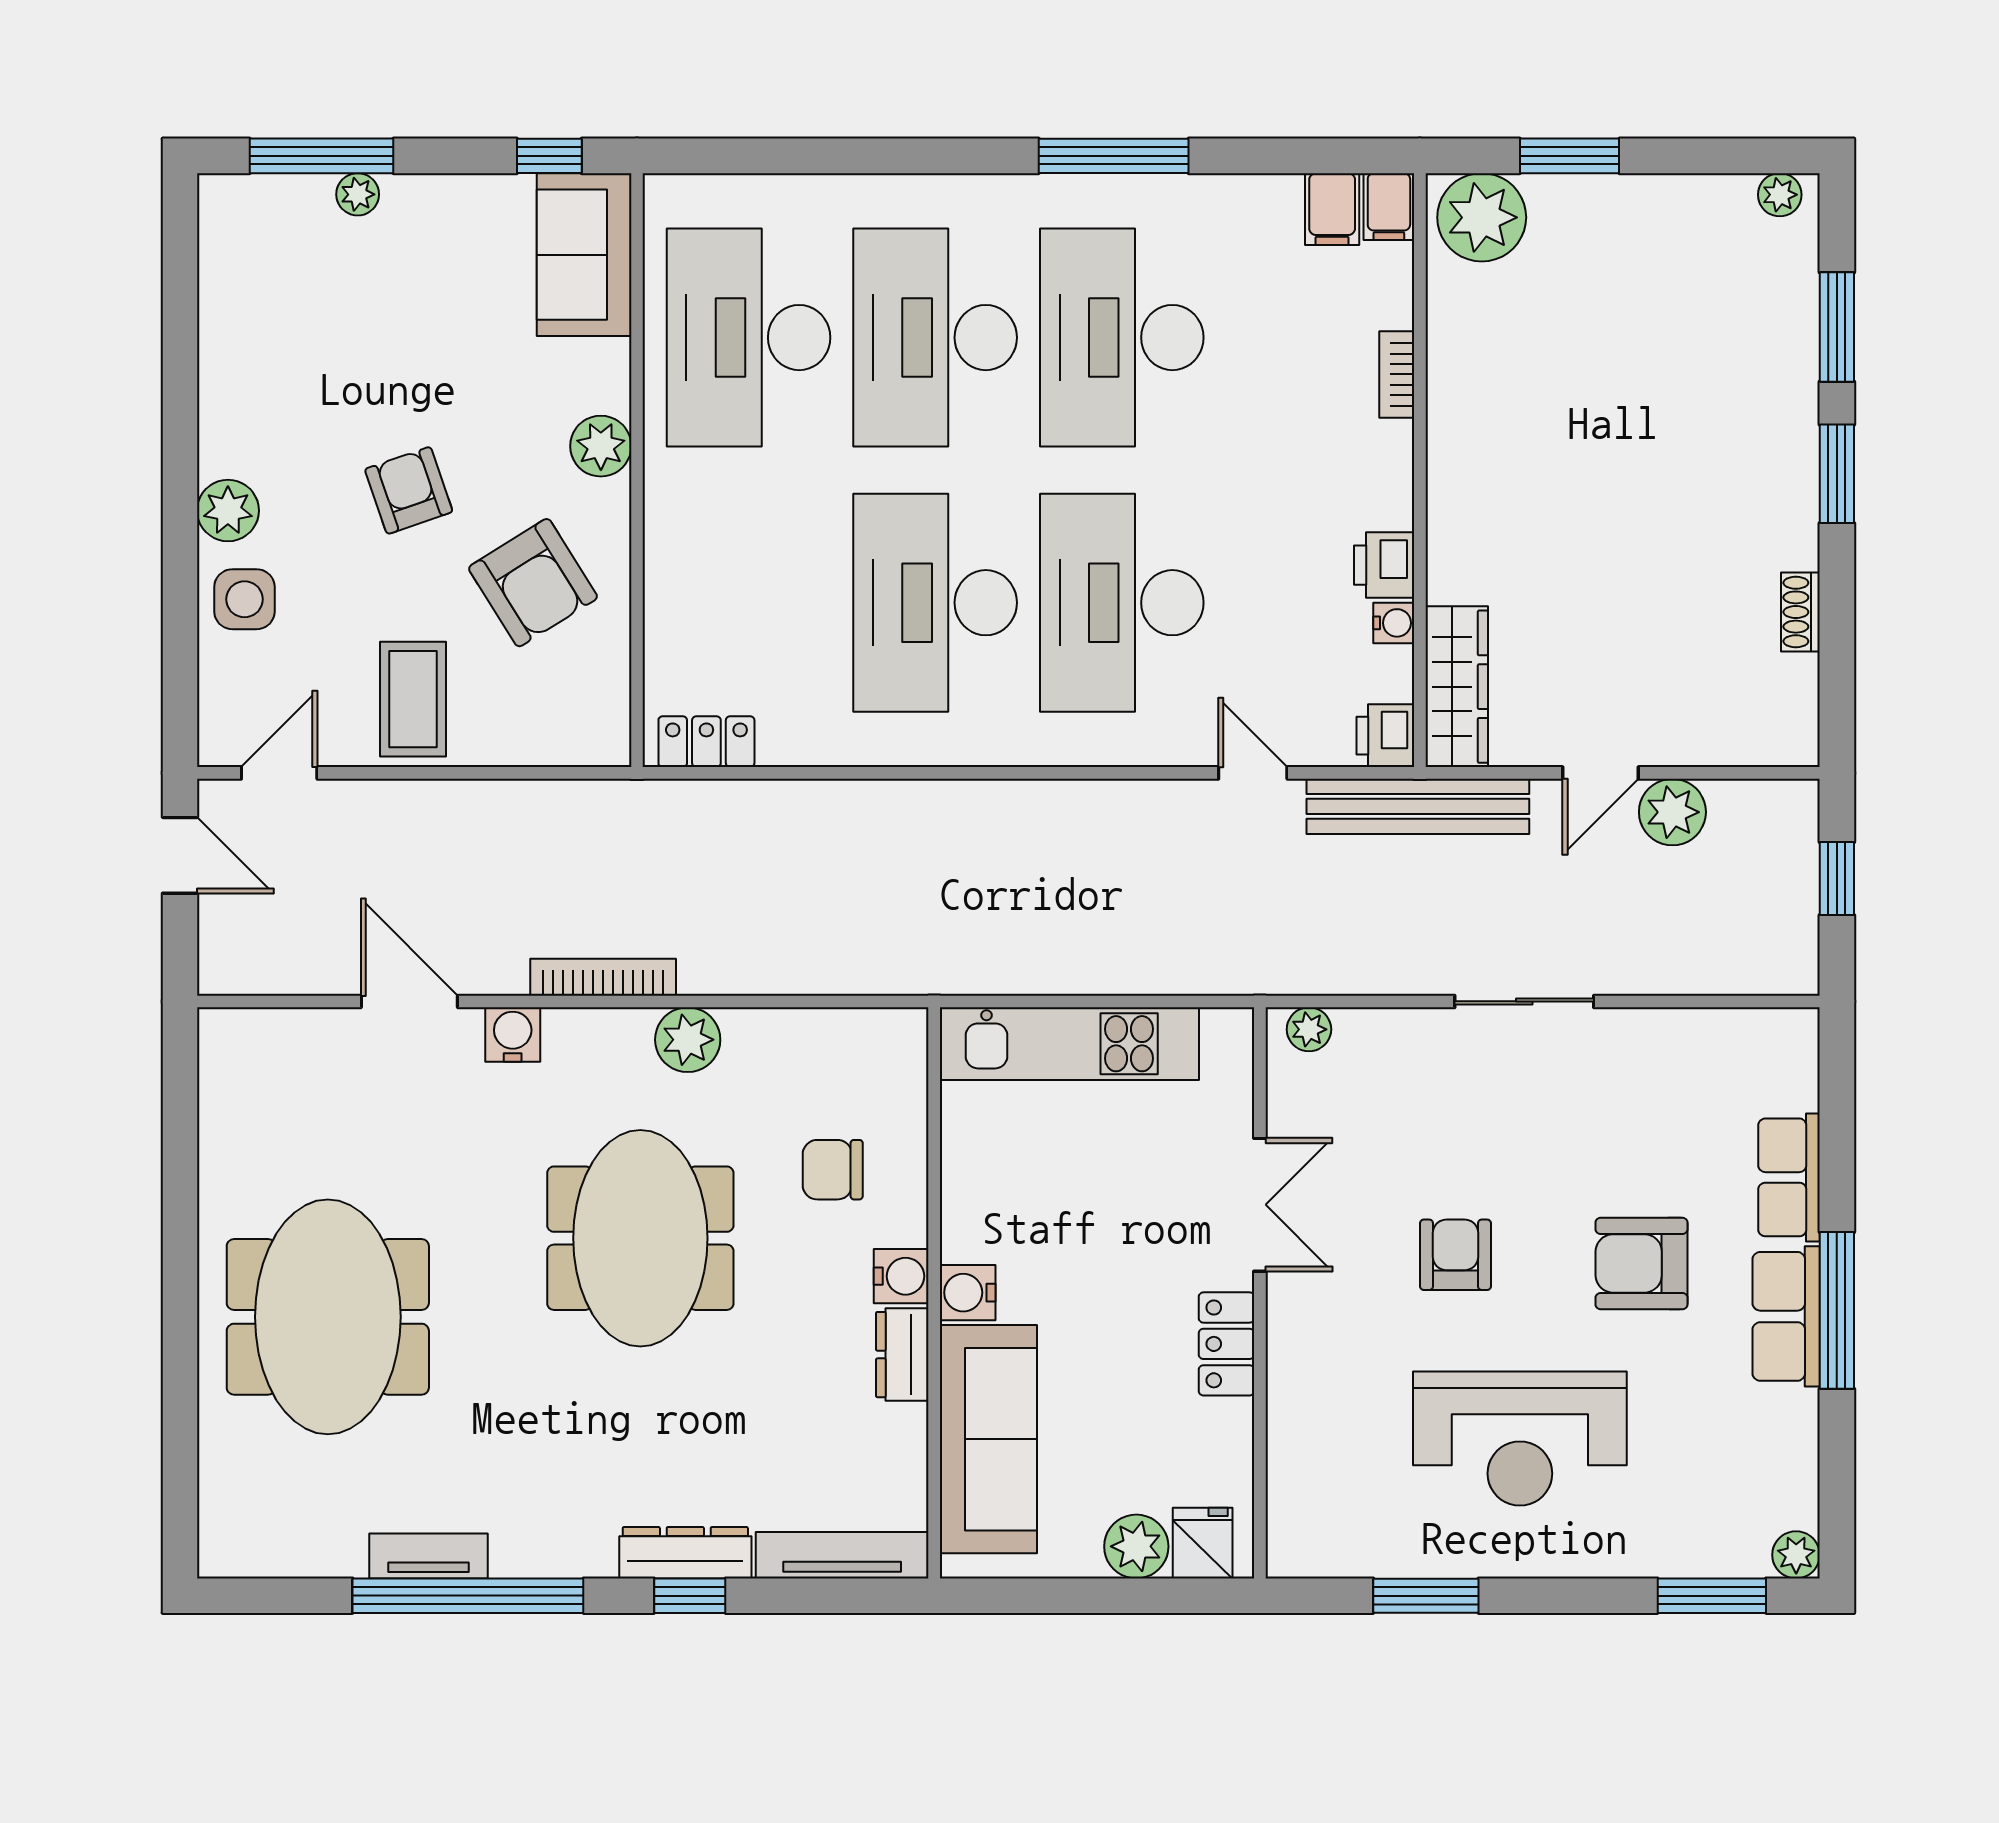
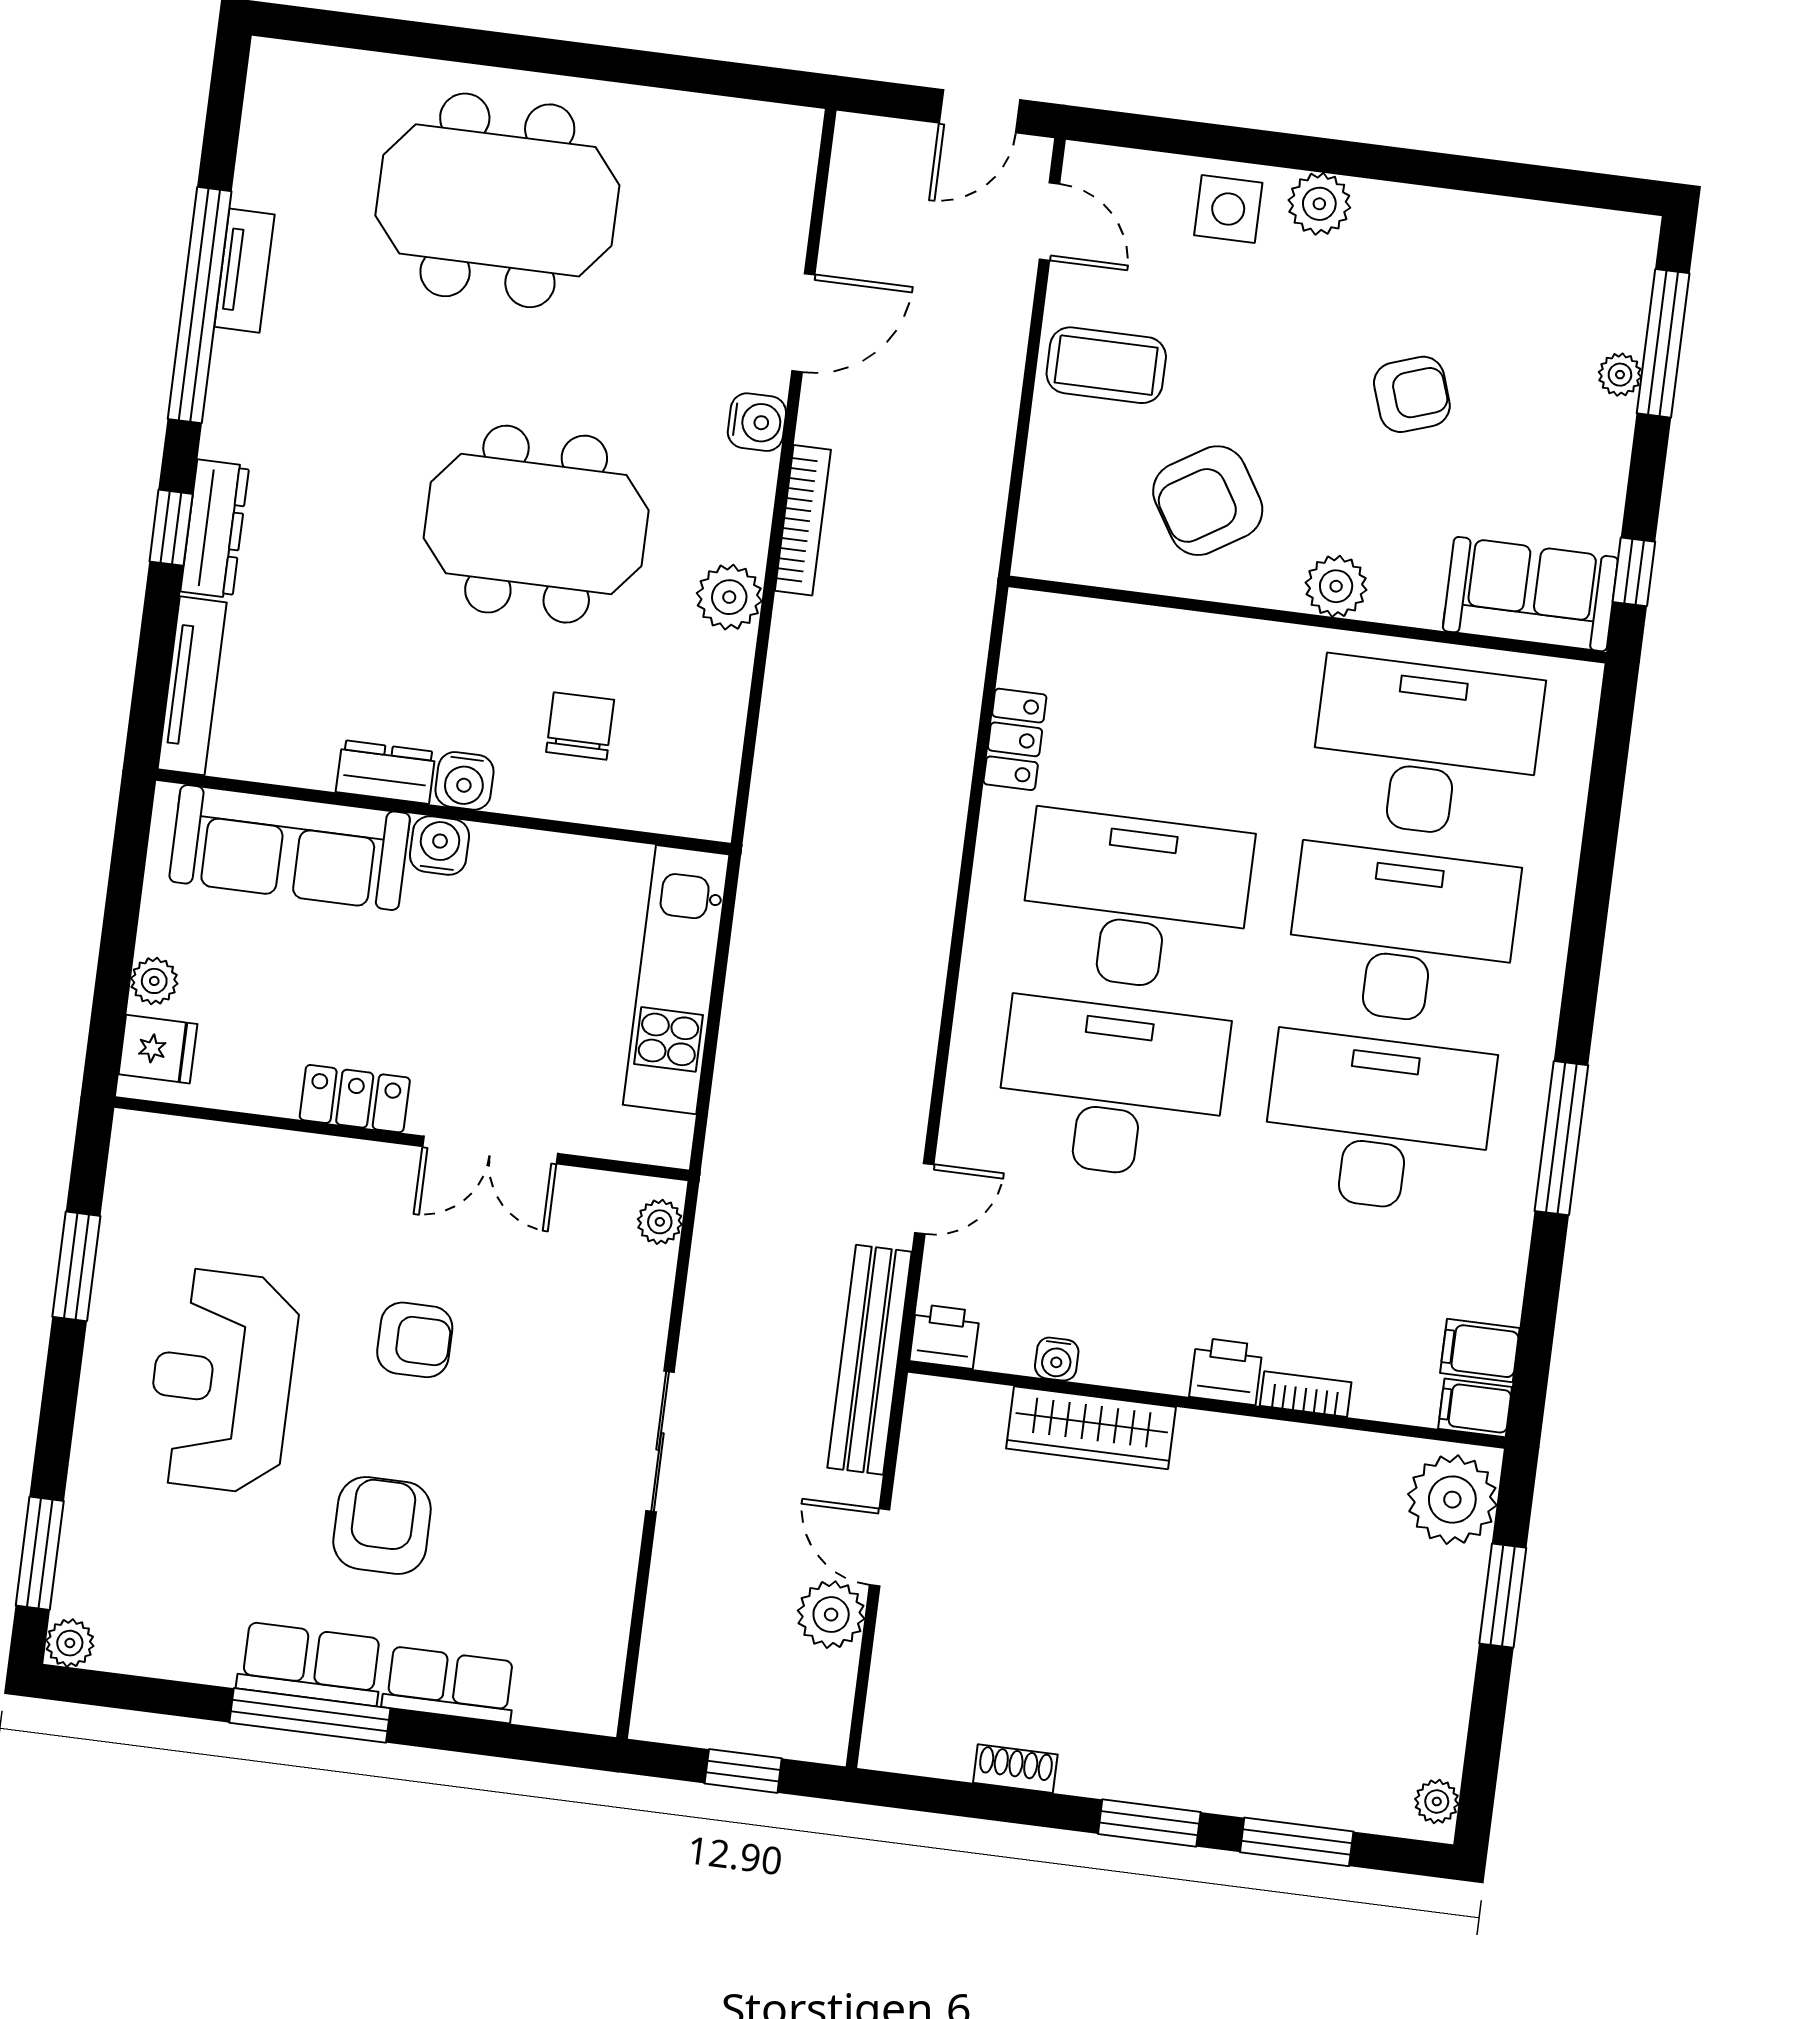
armchair: (409, 490) -> (1412, 394), moved
printer: (1384, 565) -> (1226, 1371), moved
wardrobe: (1457, 687) -> (1091, 1428), moved
locker: (706, 742) -> (1015, 739), moved
plant: (1136, 1546) -> (154, 981), width x0.73, depth x0.73

